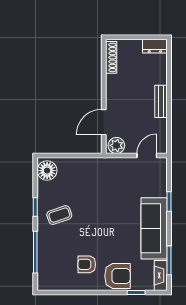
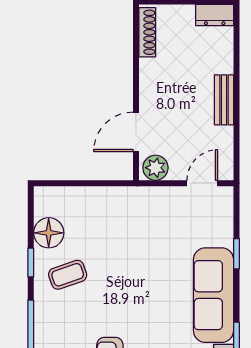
floor lamp: (47, 171) -> (49, 233), moved

